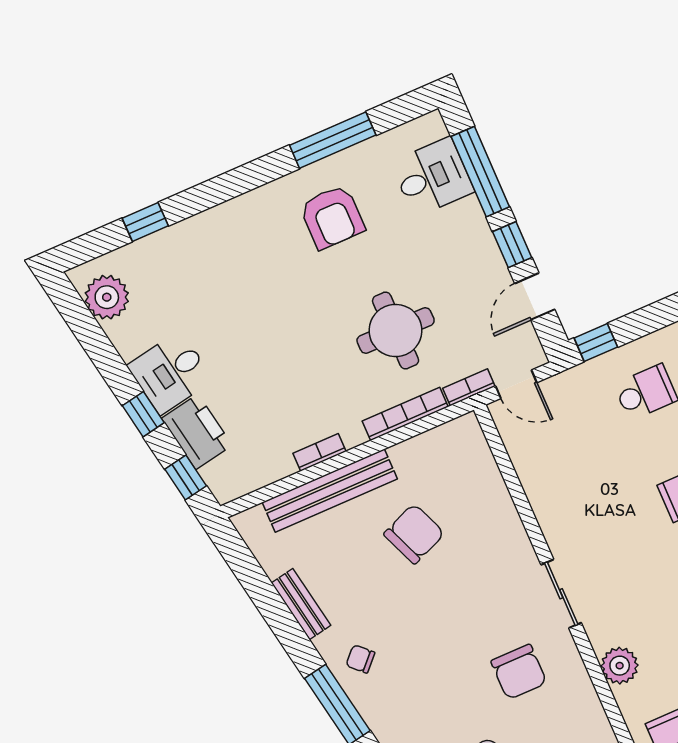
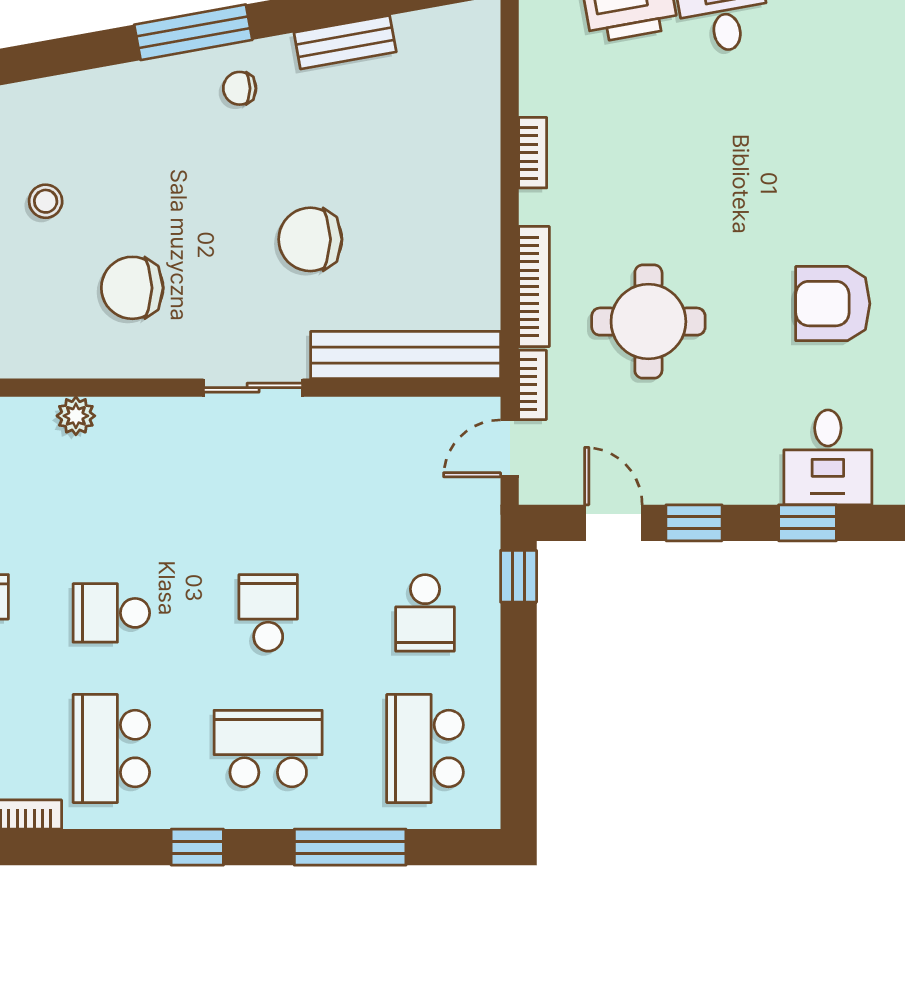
window: (480, 172) -> (808, 523), width x0.46
bench: (330, 491) -> (406, 355), moved, turned 90
chair: (414, 534) -> (310, 239), moved, turned 112
sliding door: (561, 594) -> (253, 388), moved
chair: (360, 659) -> (240, 88), turned -134
plant: (620, 666) -> (76, 416), width x0.73, depth x0.73

